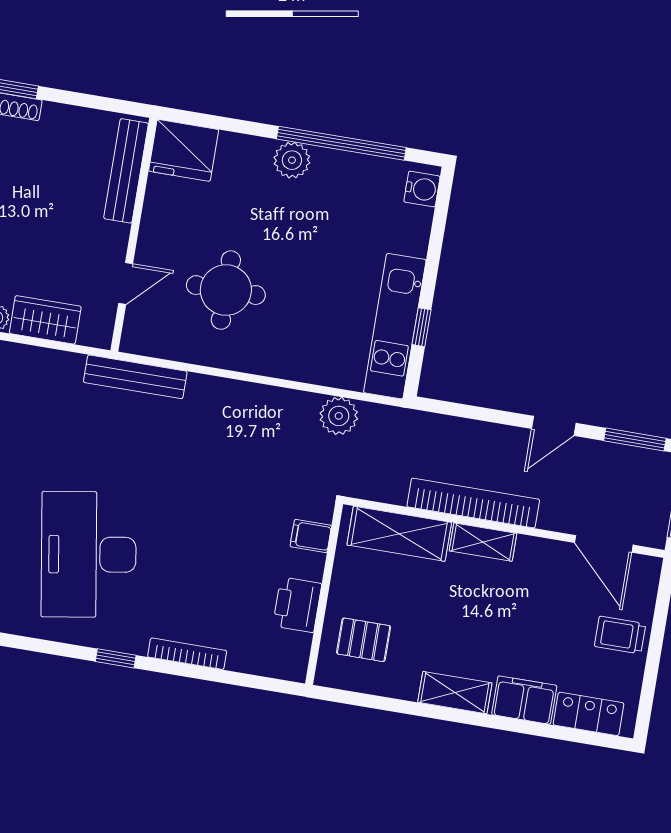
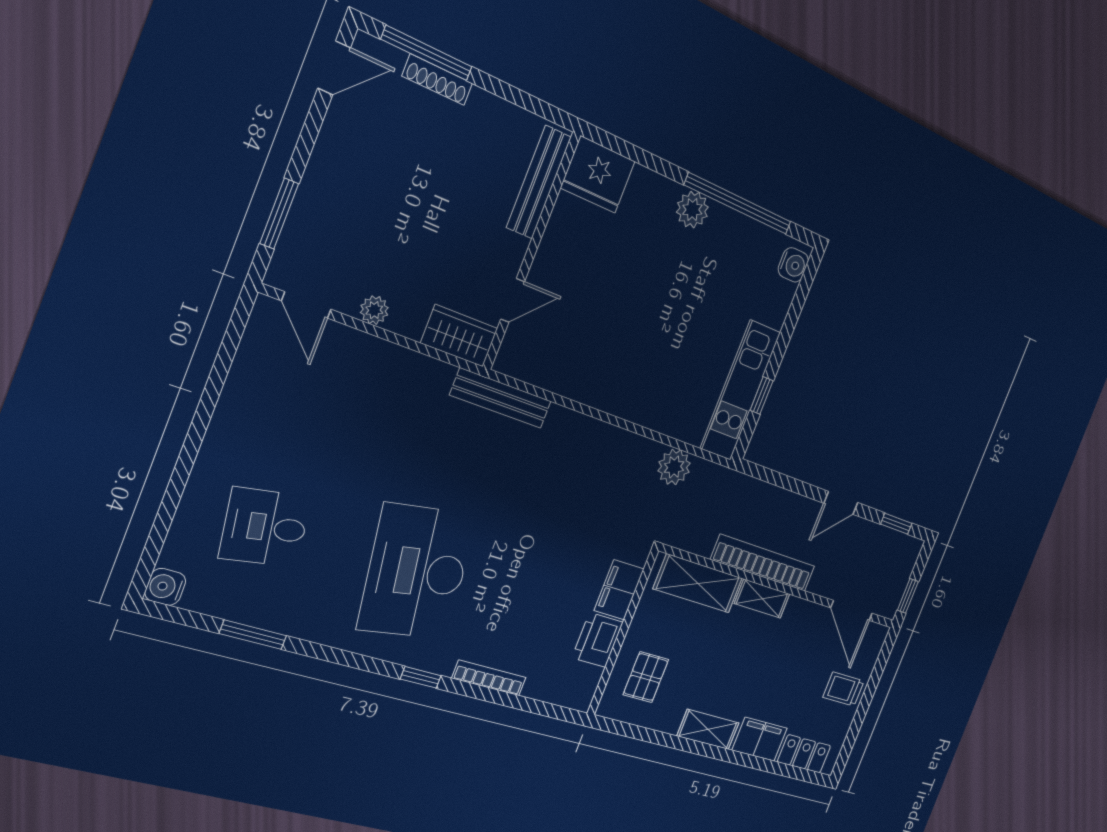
round table: (226, 290) -> (604, 326), removed
wardrobe: (45, 320) -> (459, 336), moved
window: (635, 439) -> (896, 524), width x0.67
filing cabinet: (311, 536) -> (619, 590), width x2.00
pallet: (364, 640) -> (646, 677), turned 90

